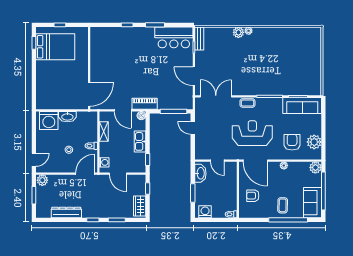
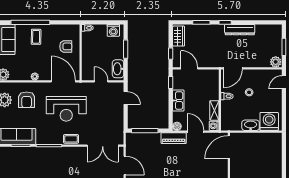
door: (193, 128) -> (126, 98), moved
washing machine: (104, 162) -> (214, 126), moved
door: (118, 174) -> (189, 68), moved
dresser: (66, 213) -> (240, 30), moved

